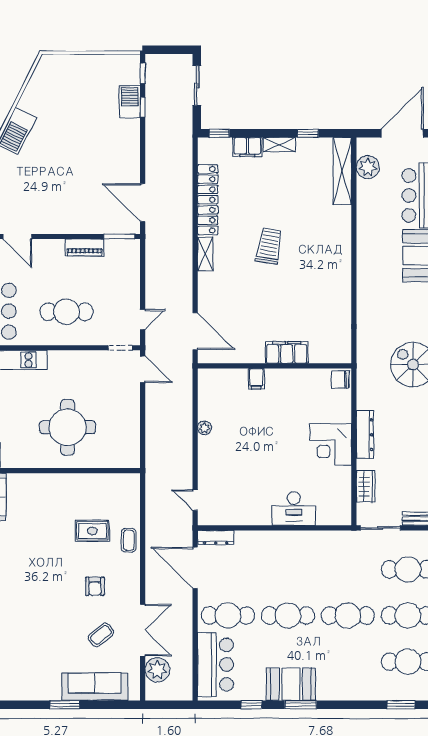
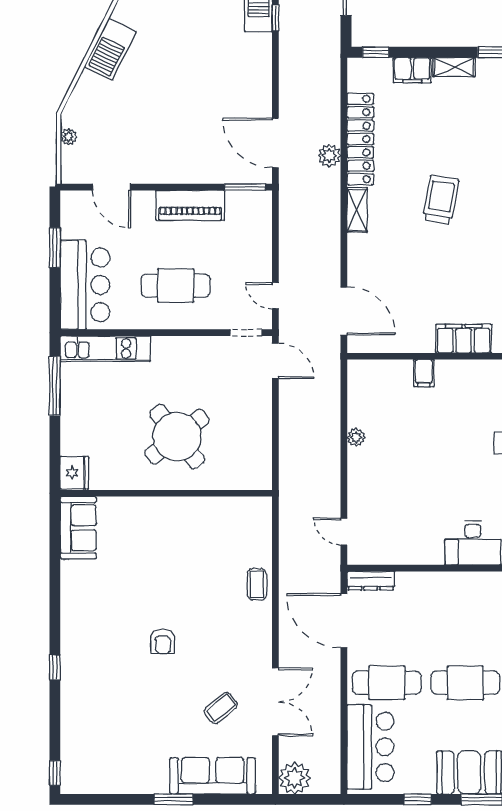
plant: (184, 212) -> (329, 156), added
piano: (85, 248) -> (190, 205), width x1.37, depth x1.33
door: (143, 319) -> (275, 296), swing flipped
round table: (68, 427) -> (177, 437), turned -38
rug: (92, 531) -> (209, 572), removed
armchair: (95, 586) -> (163, 641), moved
plant: (157, 670) -> (295, 778), moved

